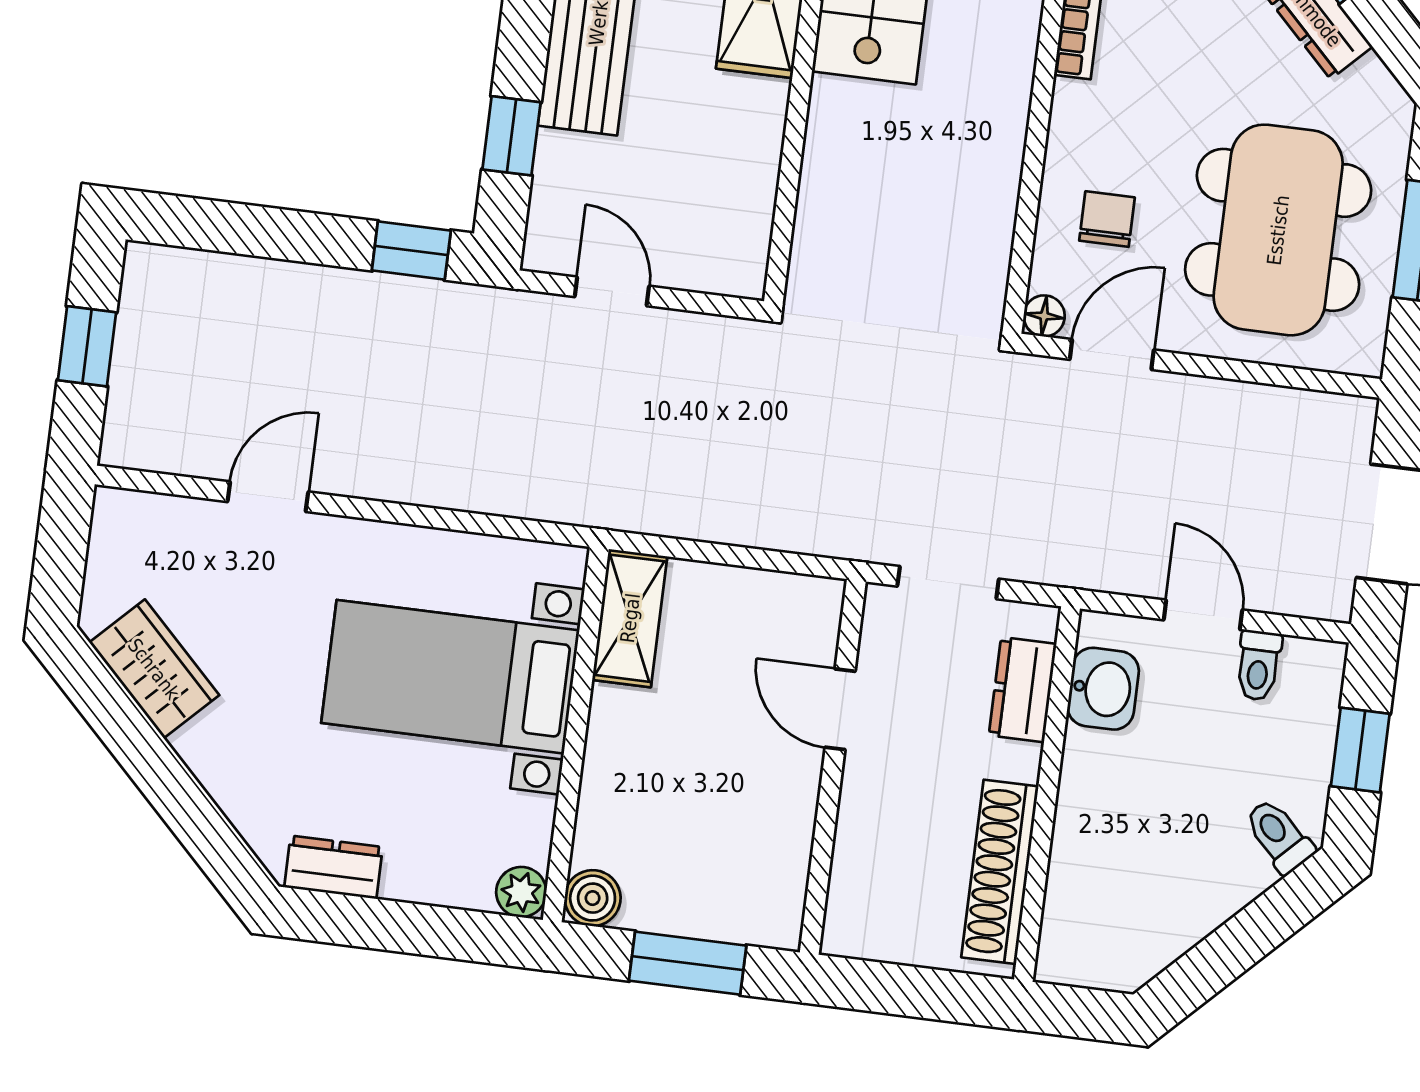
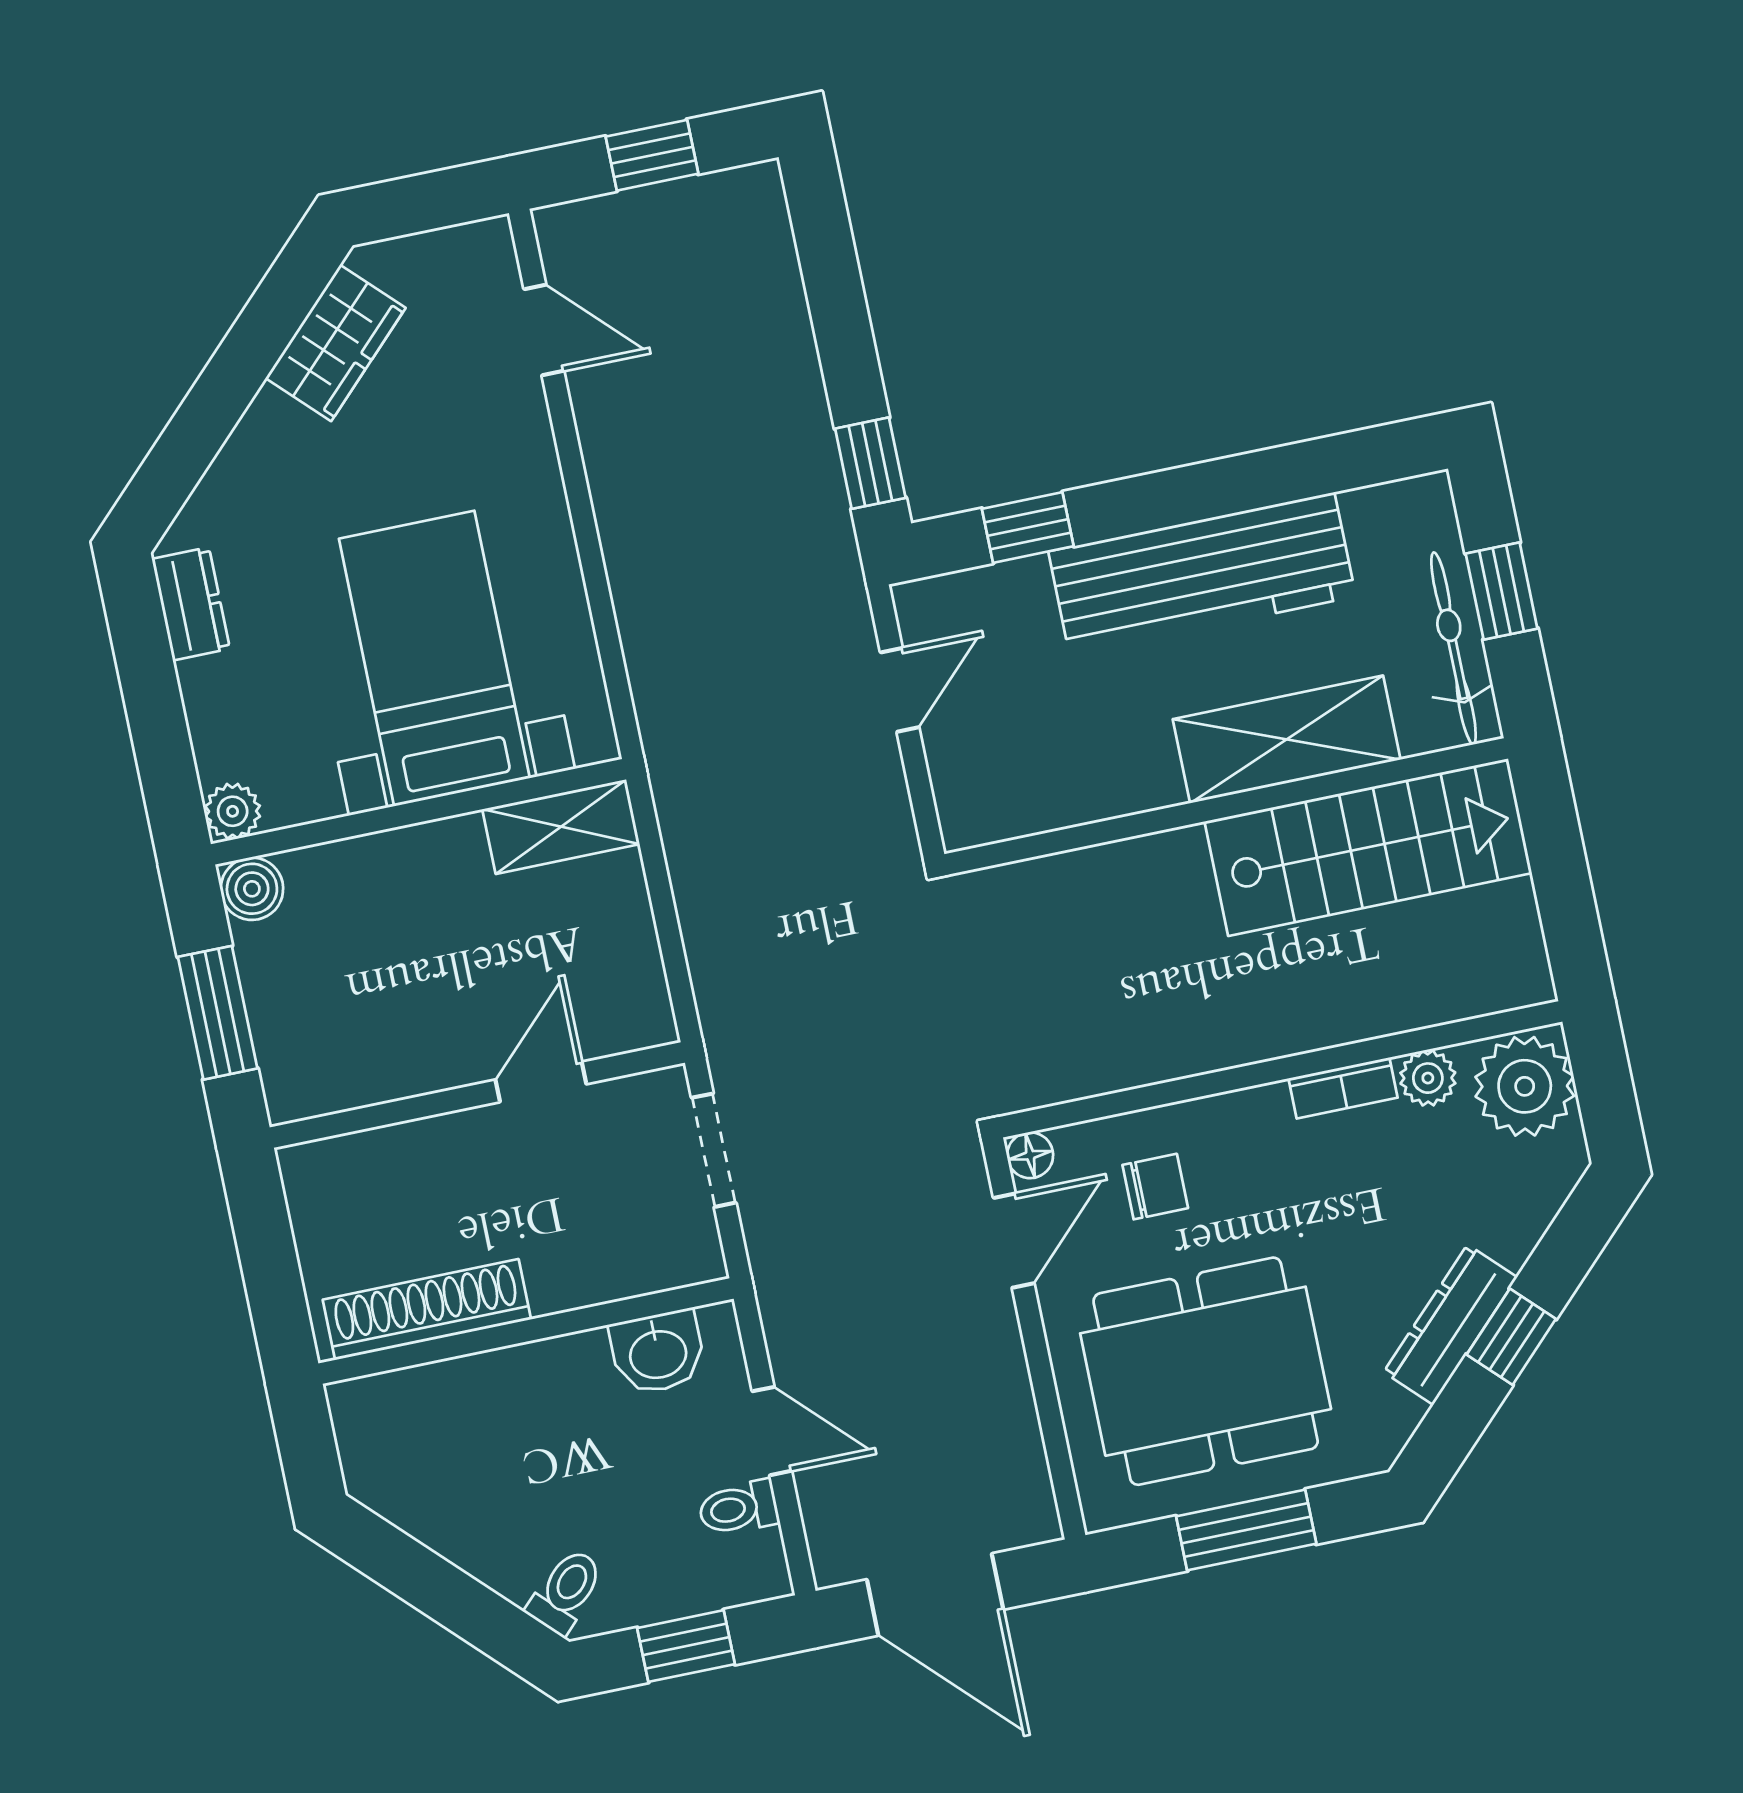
door: (1112, 355) -> (1014, 1241), hinge flipped
door: (268, 497) -> (544, 330), moved
door: (1203, 615) -> (772, 1431), hinge flipped
dresser: (1023, 690) -> (628, 1268), removed

